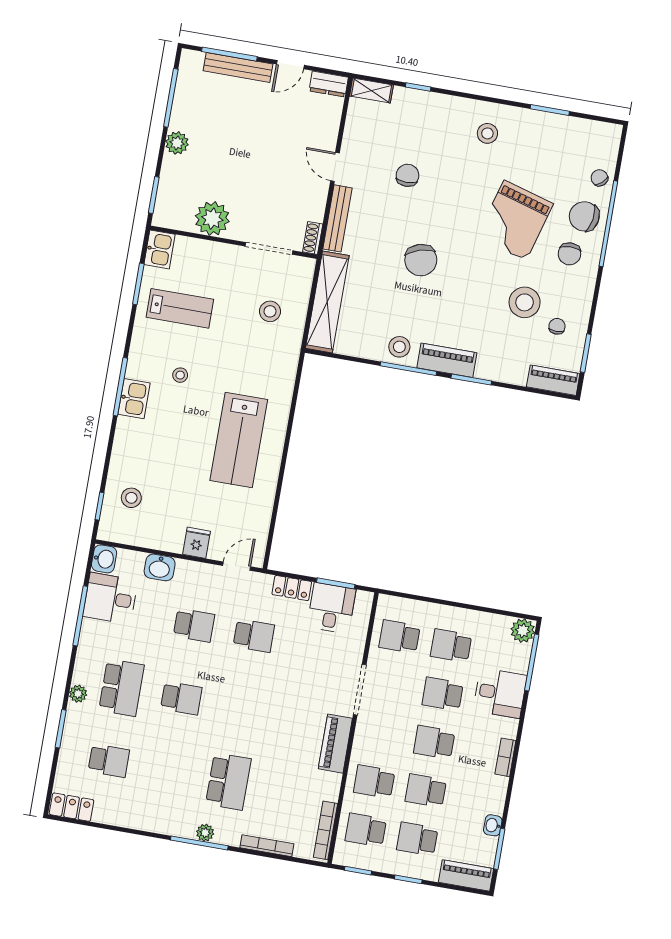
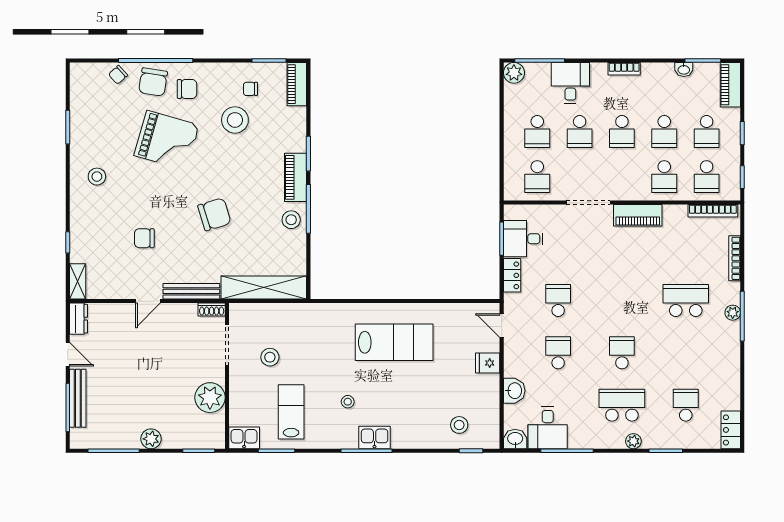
stool: (270, 311) -> (270, 357), moved

